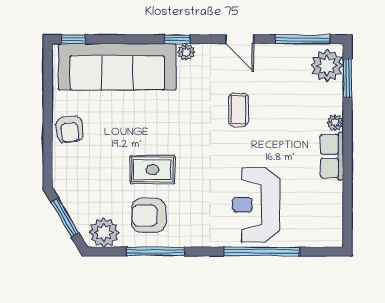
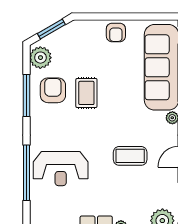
coffee table: (239, 110) -> (130, 156), width x1.36, depth x1.30
armchair: (70, 129) -> (116, 32), turned -85
reception desk: (256, 205) -> (61, 169), turned 180

